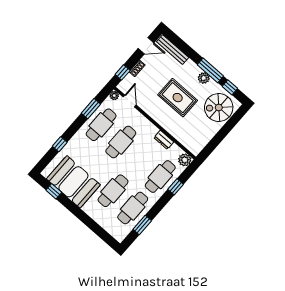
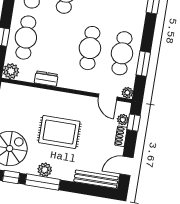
plant: (129, 79) -> (123, 120), added

